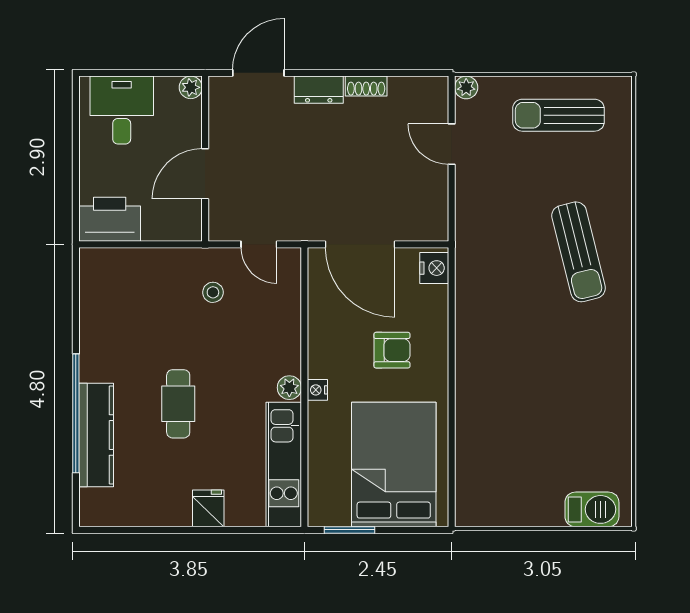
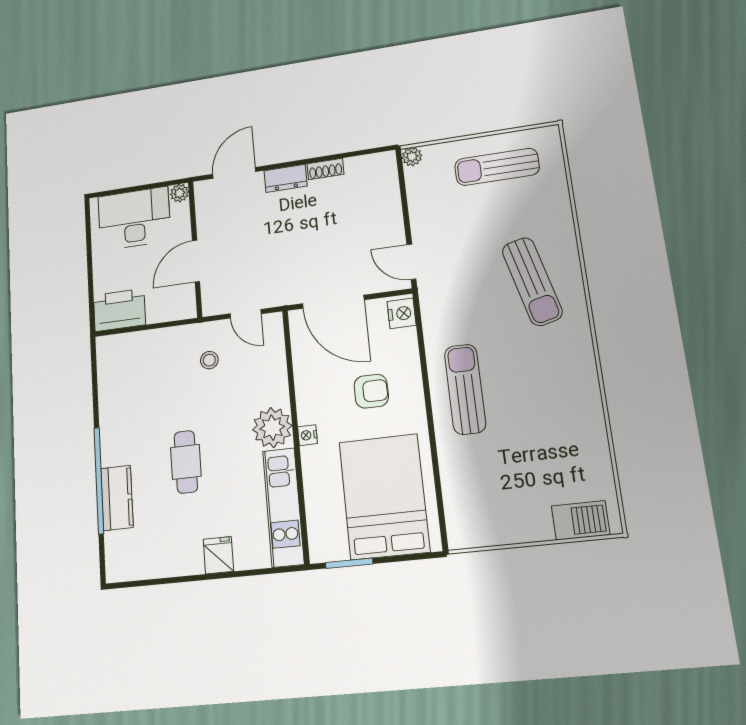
desk: (122, 110) -> (134, 218), width x1.37
door: (452, 144) -> (411, 262), moved
sun lounger: (493, 360) -> (465, 389), added
plant: (289, 388) -> (272, 428), width x1.88, depth x1.88
kitchen counter: (96, 435) -> (117, 498), width x0.67

